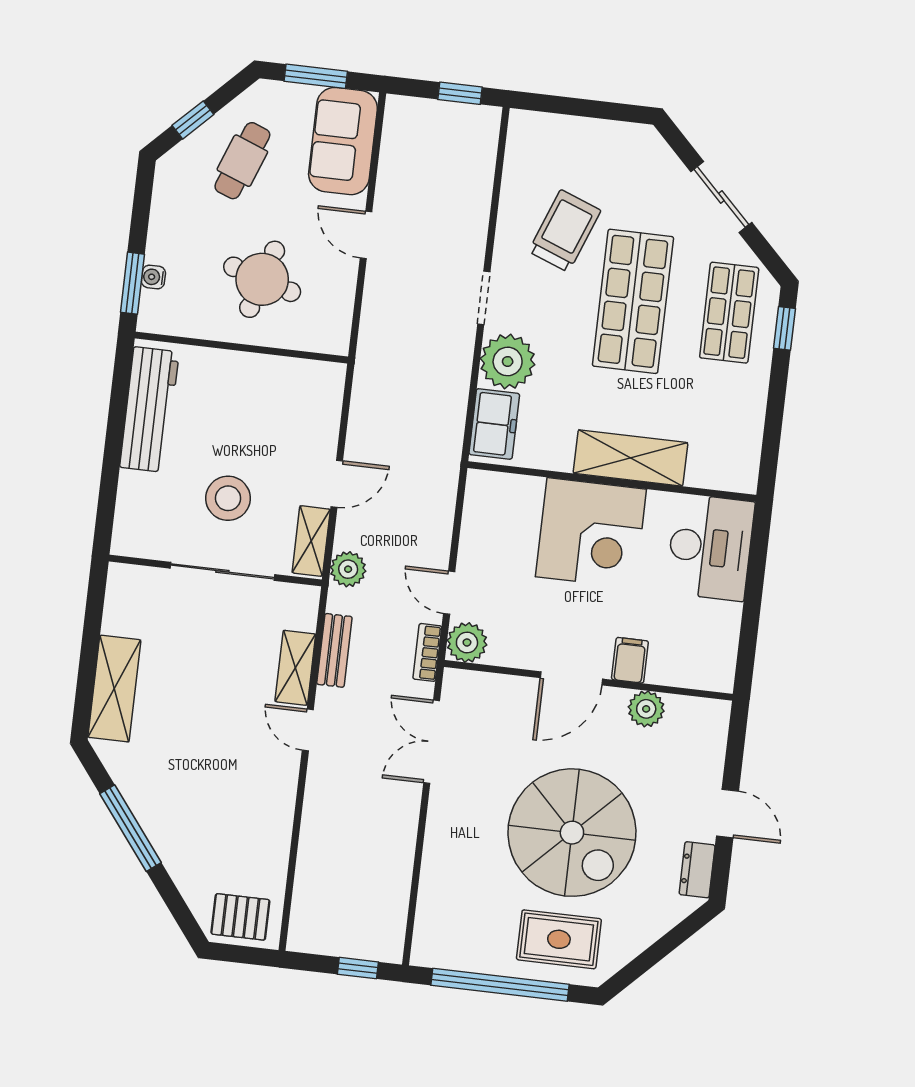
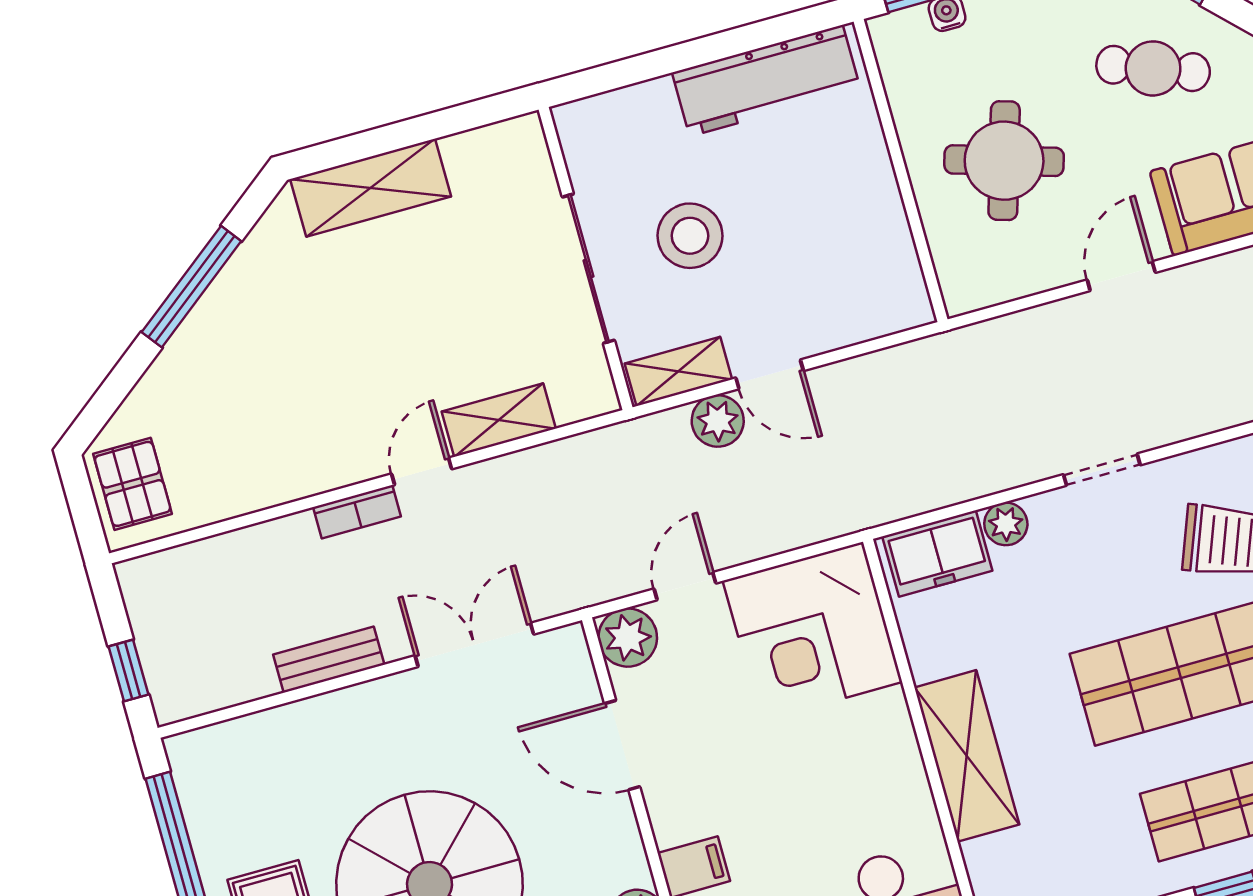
plant: (508, 361) -> (1006, 524), width x0.53, depth x0.53
corner desk: (591, 533) -> (812, 631), moved
plant: (348, 569) -> (718, 421), moved
bench: (334, 650) -> (329, 660), moved
bookcase: (427, 652) -> (357, 512), moved, turned 180
door: (571, 678) -> (622, 745), moved

